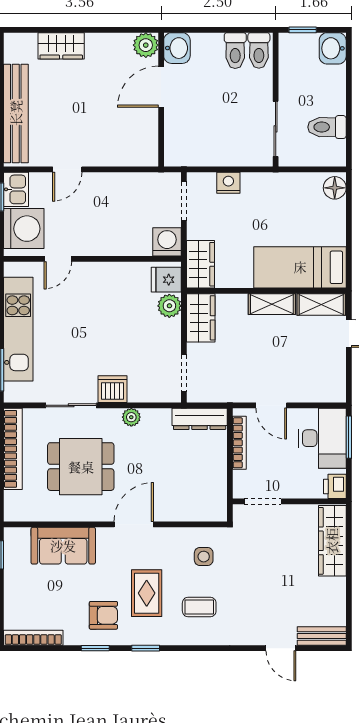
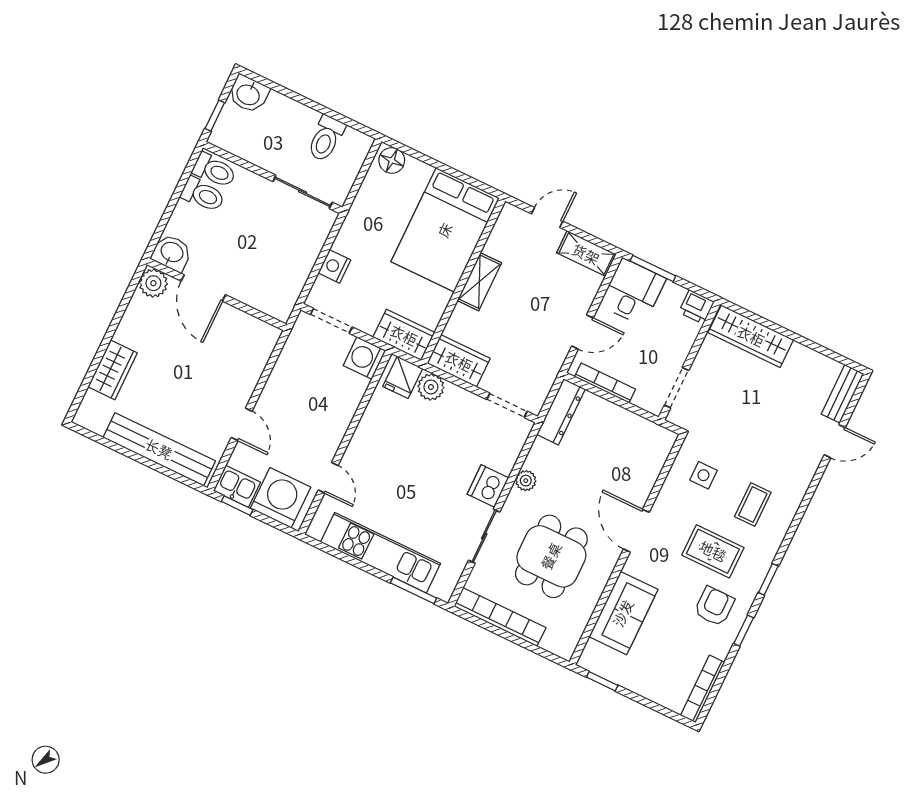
bed: (300, 267) -> (445, 230), width x1.50
shelving: (321, 304) -> (586, 254), moved, turned 90
desk: (322, 438) -> (633, 292), width x0.73

